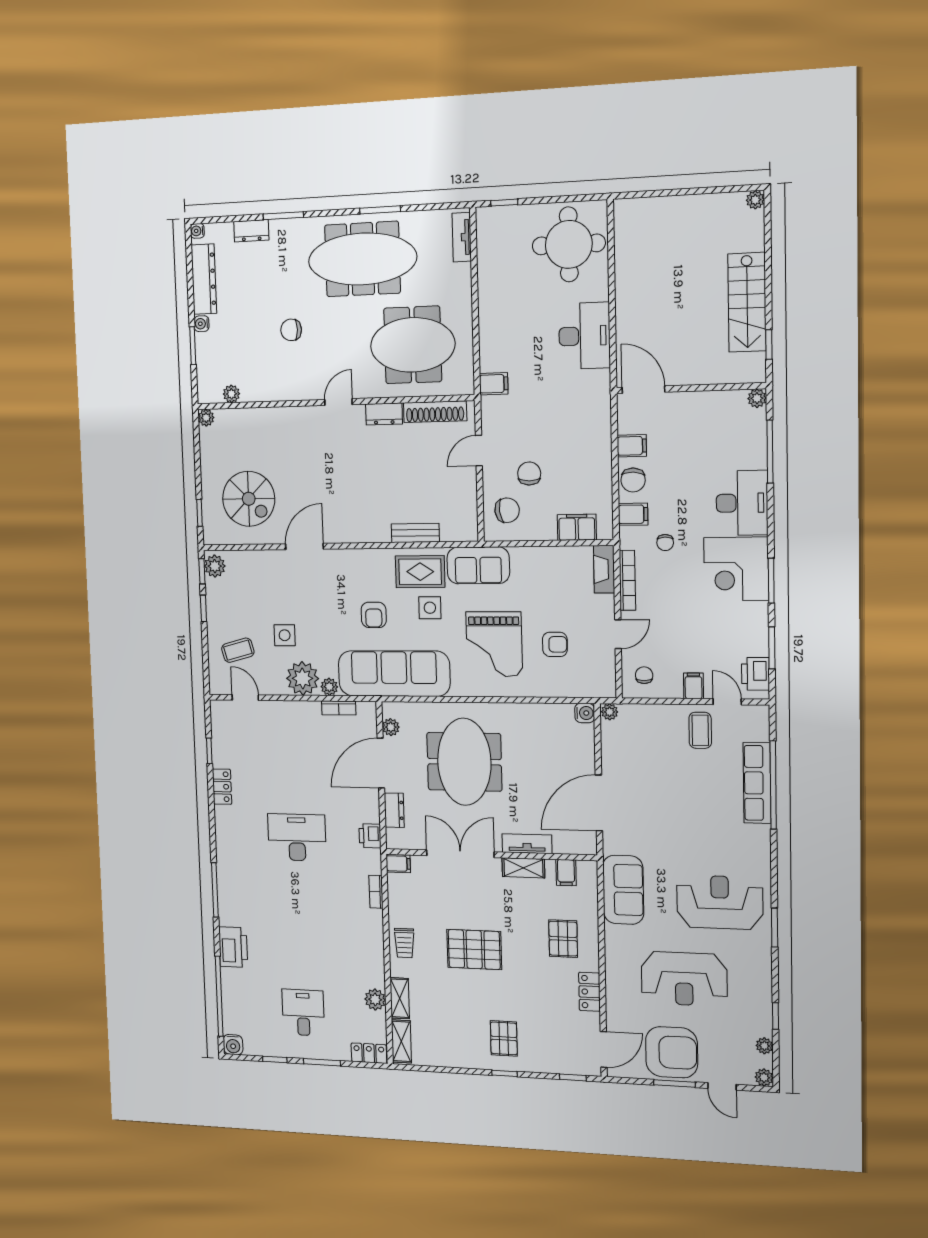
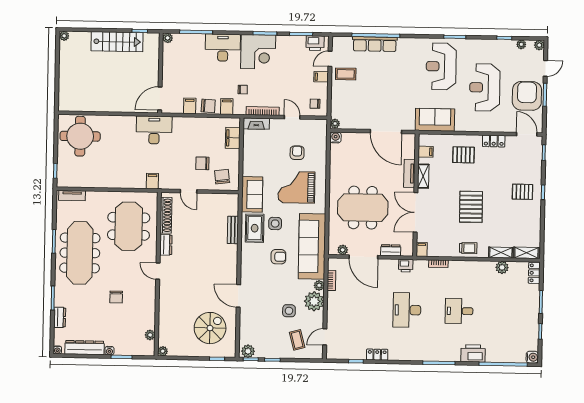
desk: (584, 336) -> (154, 130), moved
grand piano: (494, 644) -> (296, 187), turned 180
reception desk: (684, 979) -> (485, 87), turned 180
desk: (303, 1013) -> (459, 311), moved

